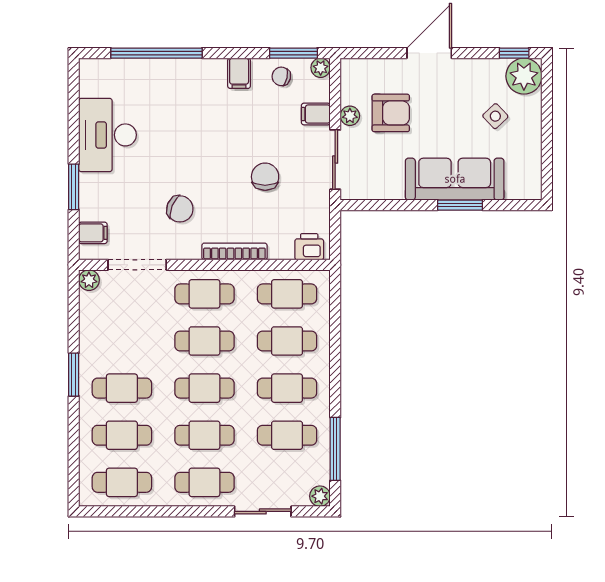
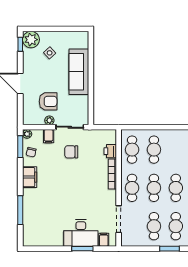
window: (156, 53) -> (20, 210), width x0.68
filing cabinet: (239, 73) -> (30, 177), width x2.00
armchair: (391, 113) -> (48, 101), turned 90
desk: (107, 135) -> (81, 233), moved
chair: (265, 177) -> (71, 152), moved
window: (460, 205) -> (91, 69), removed
chair: (180, 209) -> (93, 199), removed
printer: (309, 247) -> (110, 151), moved
plant: (89, 280) -> (126, 241), removed
cafe table: (287, 388) -> (154, 226), moved

